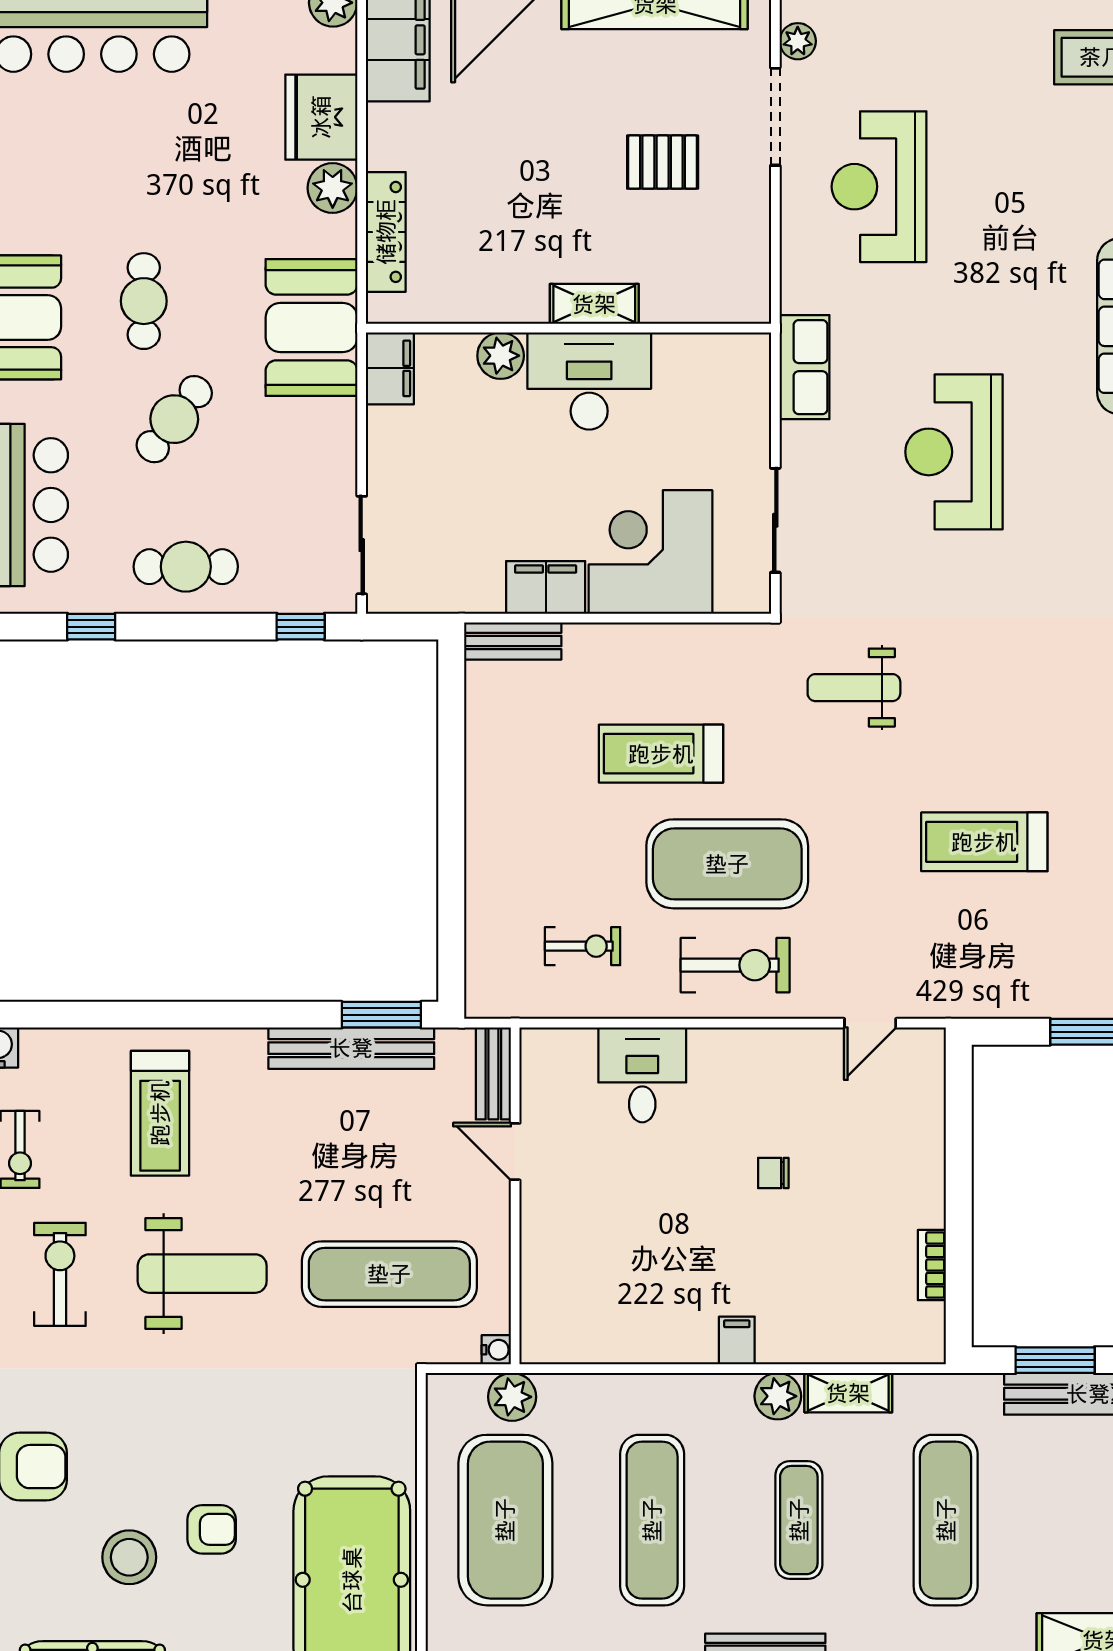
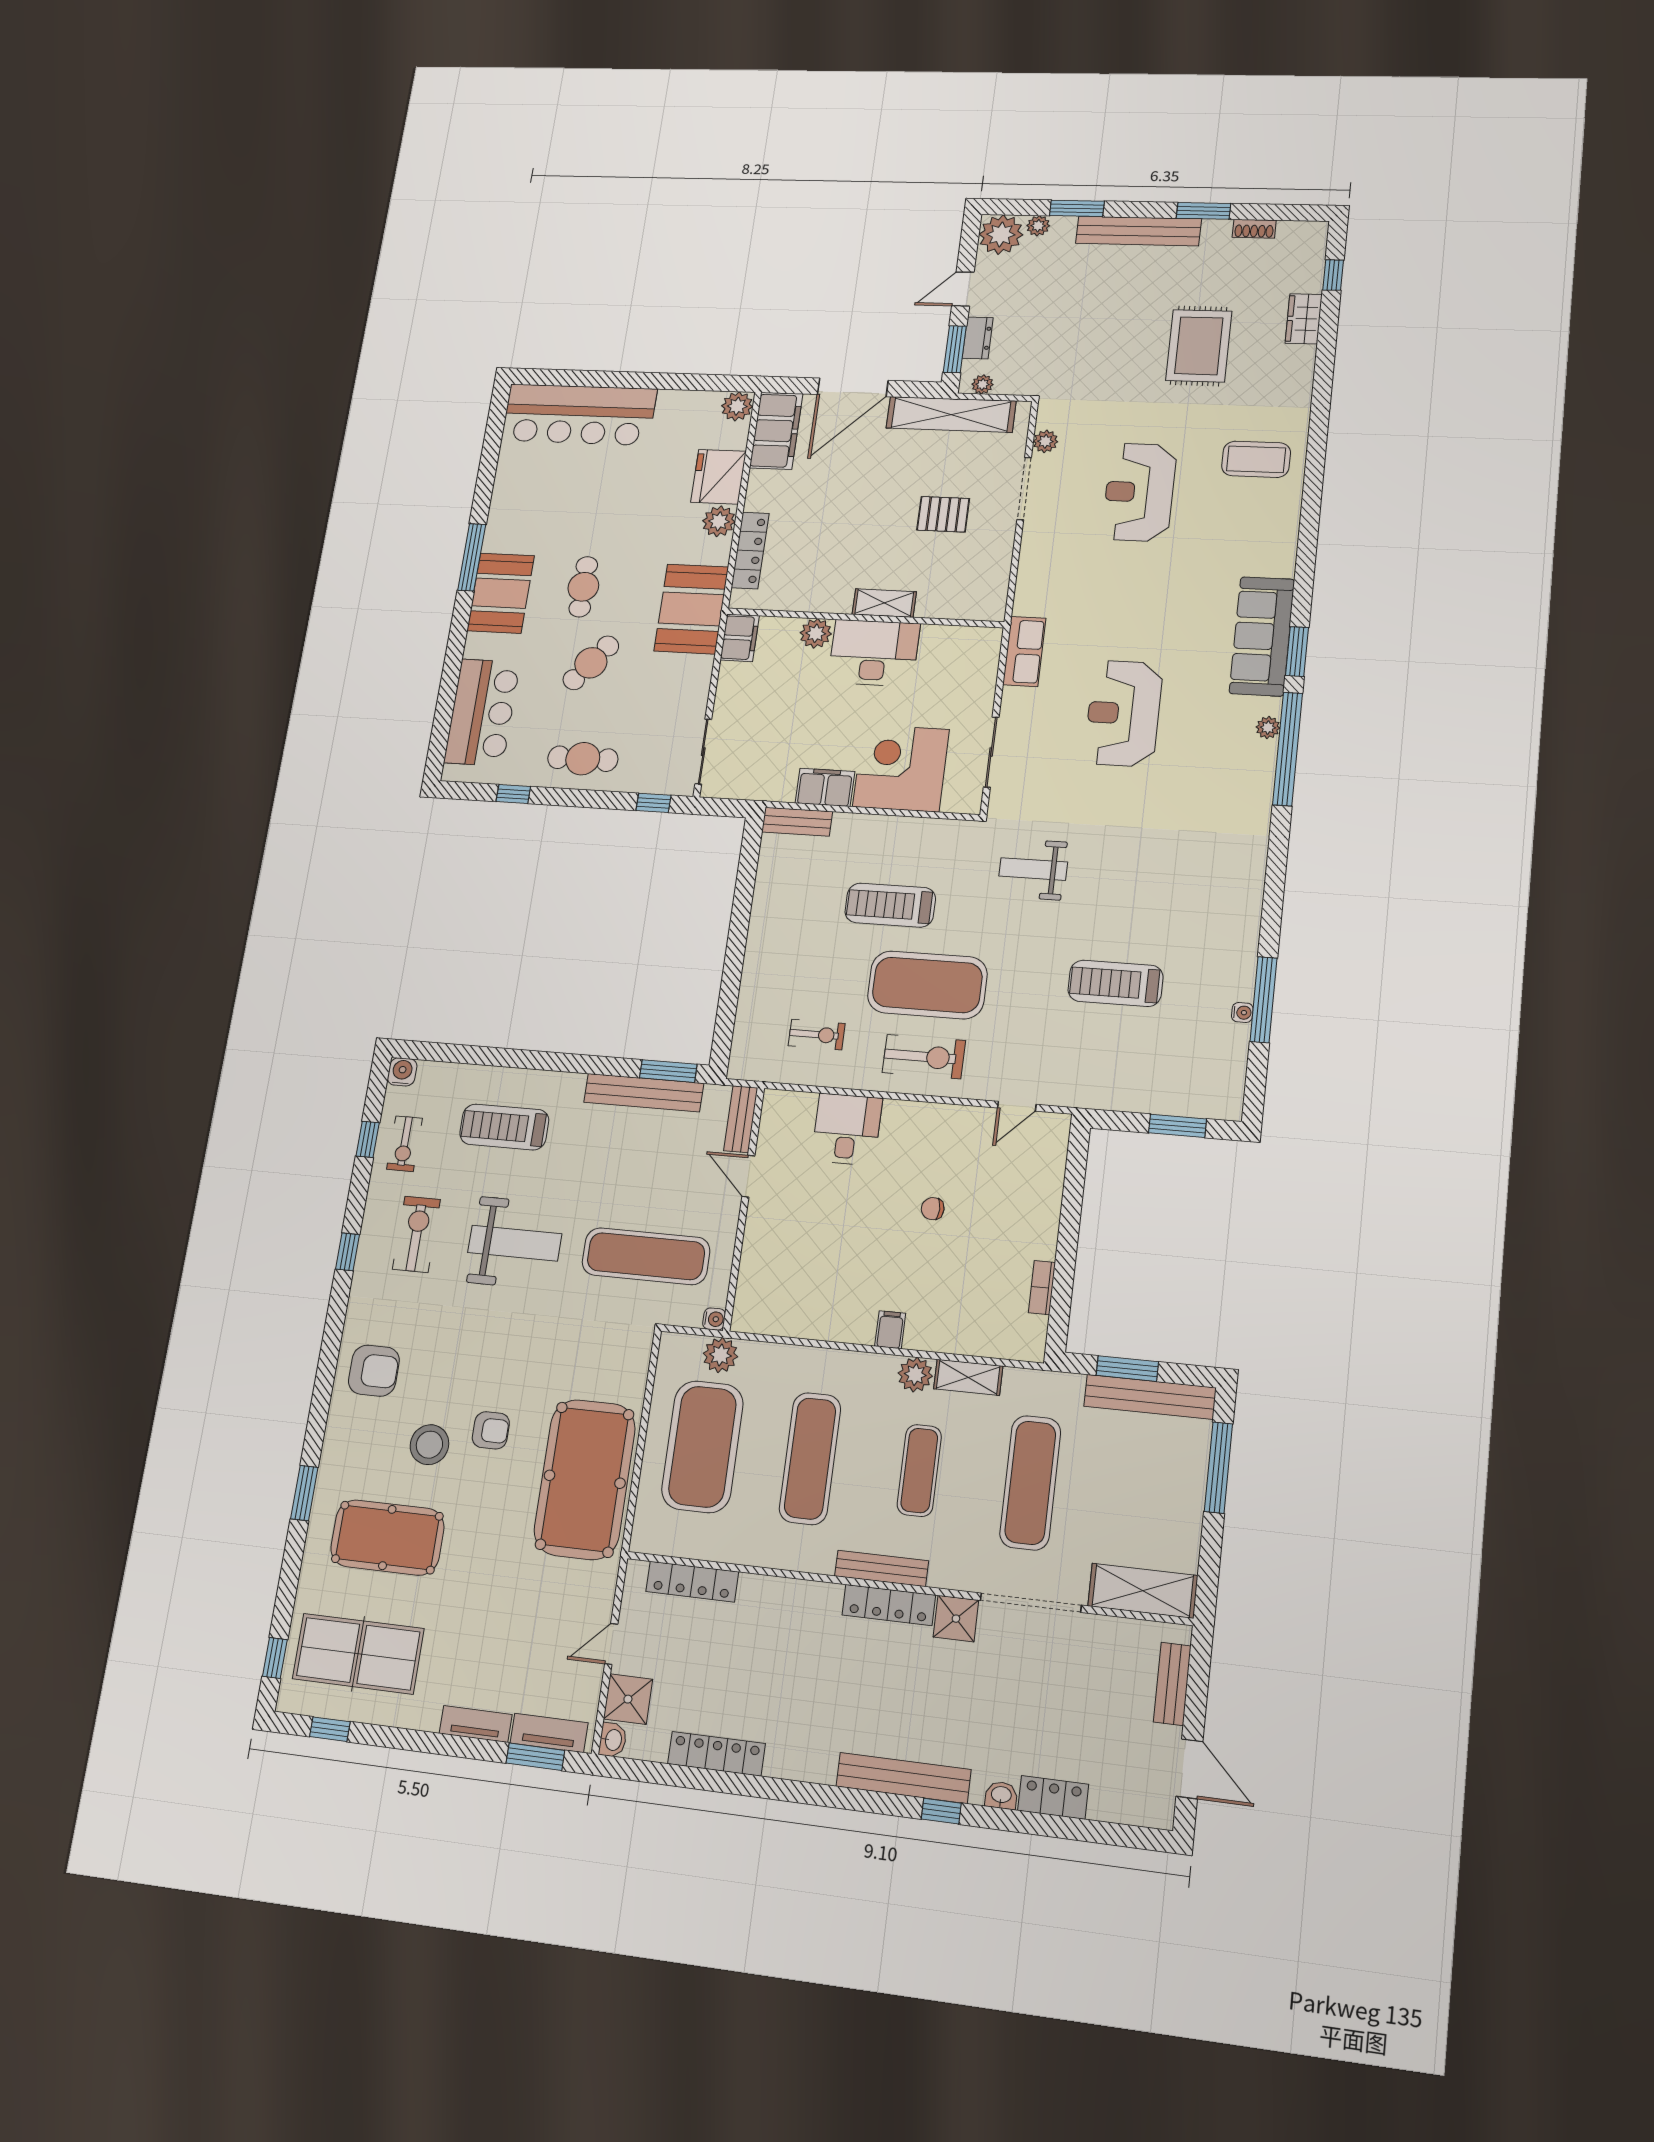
reception desk: (879, 187) -> (1139, 492), moved
treadmill: (160, 1113) -> (504, 1127), turned 90

